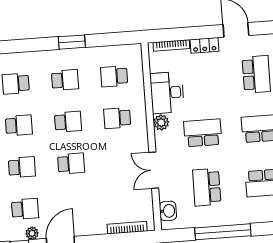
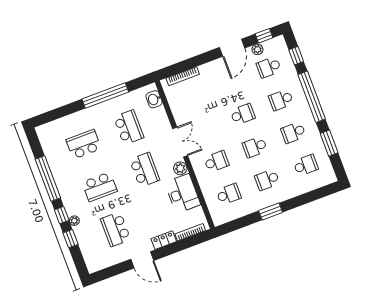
school desk: (203, 133) -> (145, 170), turned -90
school desk: (71, 164) -> (243, 114), turned 180
double door: (154, 170) -> (180, 142), moved

